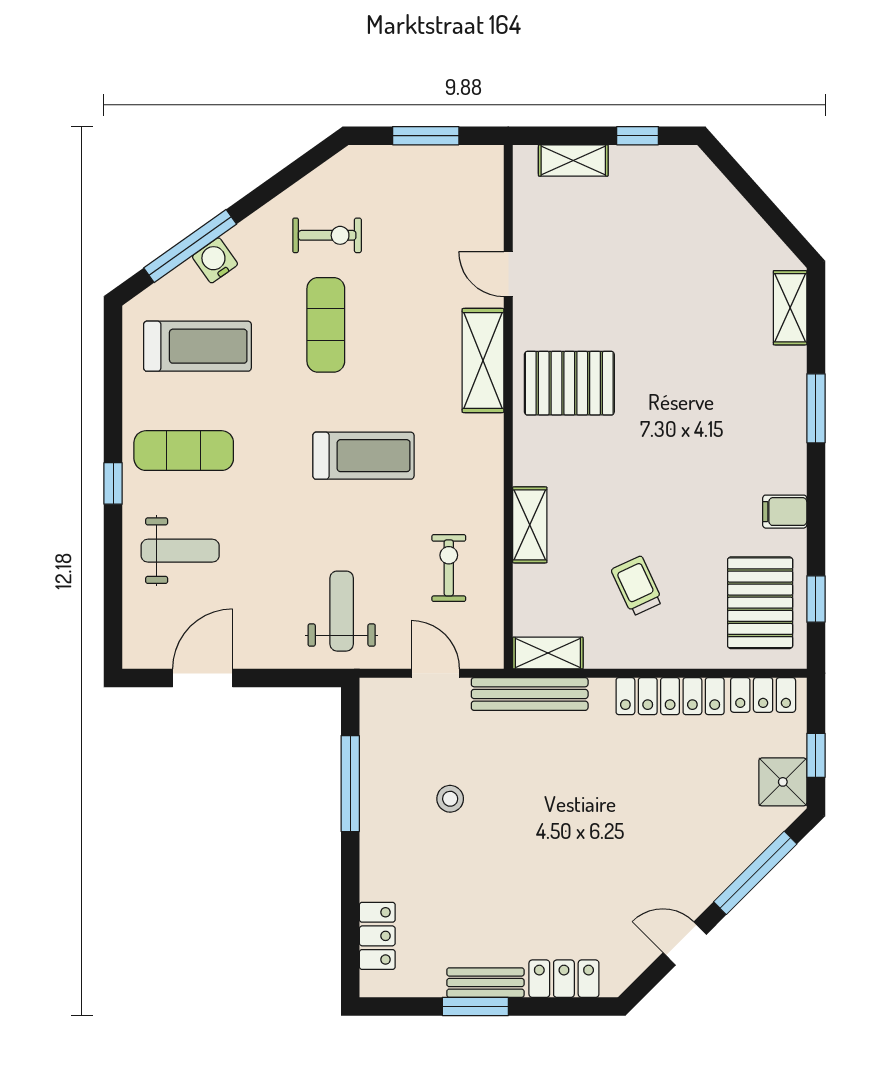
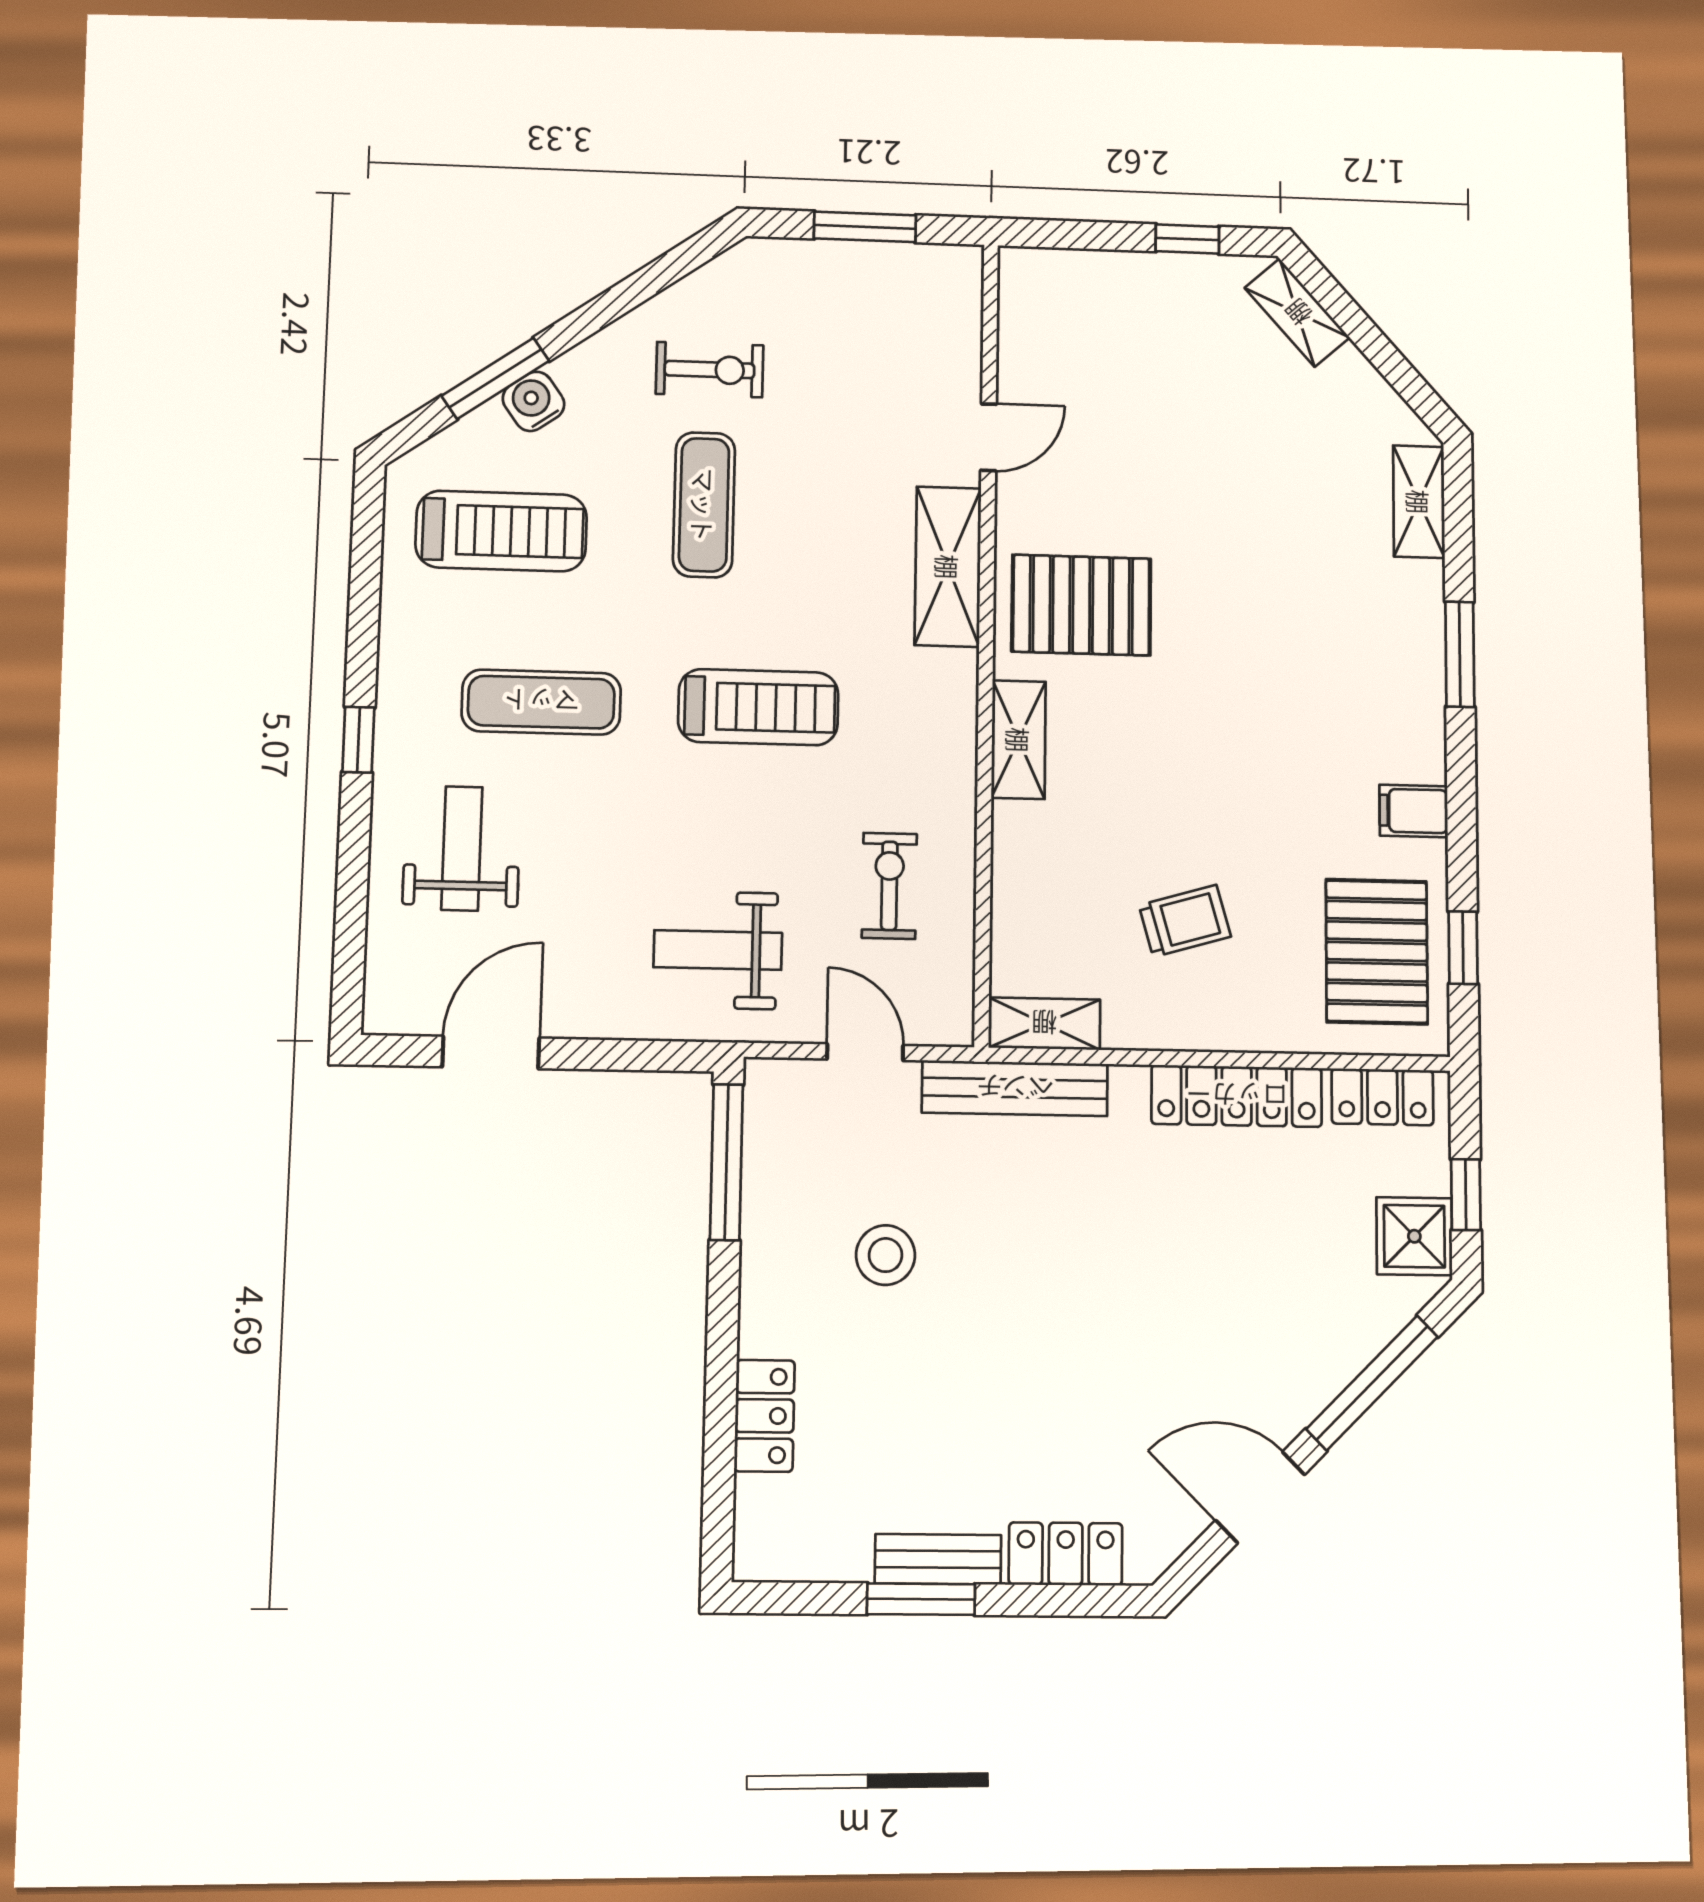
shelving: (573, 161) -> (1297, 313), moved, turned 48
window: (190, 246) -> (495, 378), width x0.69
door: (508, 274) -> (989, 437), swing flipped
exercise mat: (184, 451) -> (541, 702), moved
shelving: (530, 525) -> (1019, 740), moved
weight bench: (180, 551) -> (462, 848), turned -90
trolley: (637, 586) -> (1185, 921), turned 99
weight bench: (342, 611) -> (718, 950), turned -90
window: (350, 784) -> (726, 1162), moved
stool: (450, 799) -> (885, 1255), width x1.37, depth x1.37
locker: (377, 936) -> (764, 1416), moved
door: (685, 943) -> (1260, 1497), width x1.38

